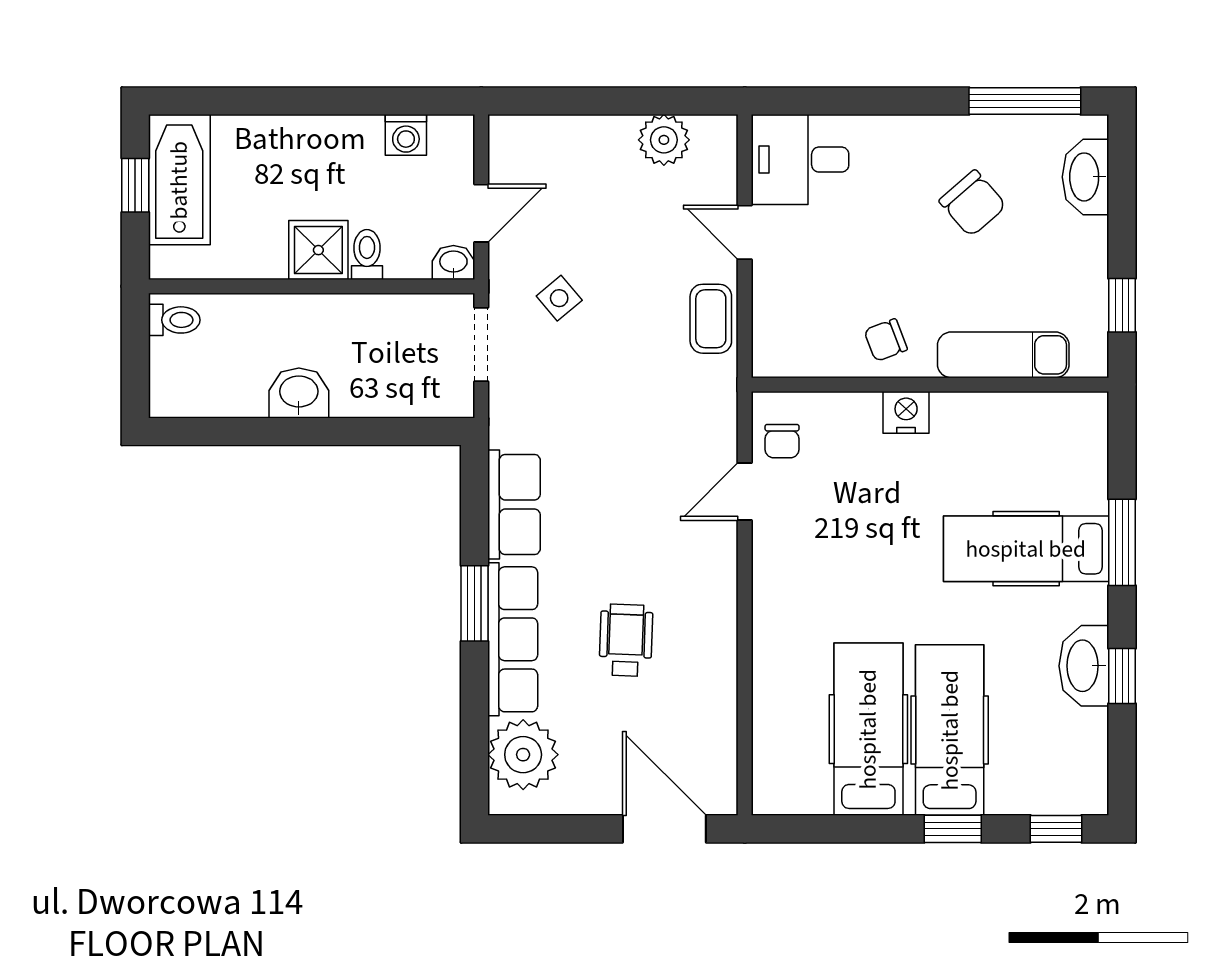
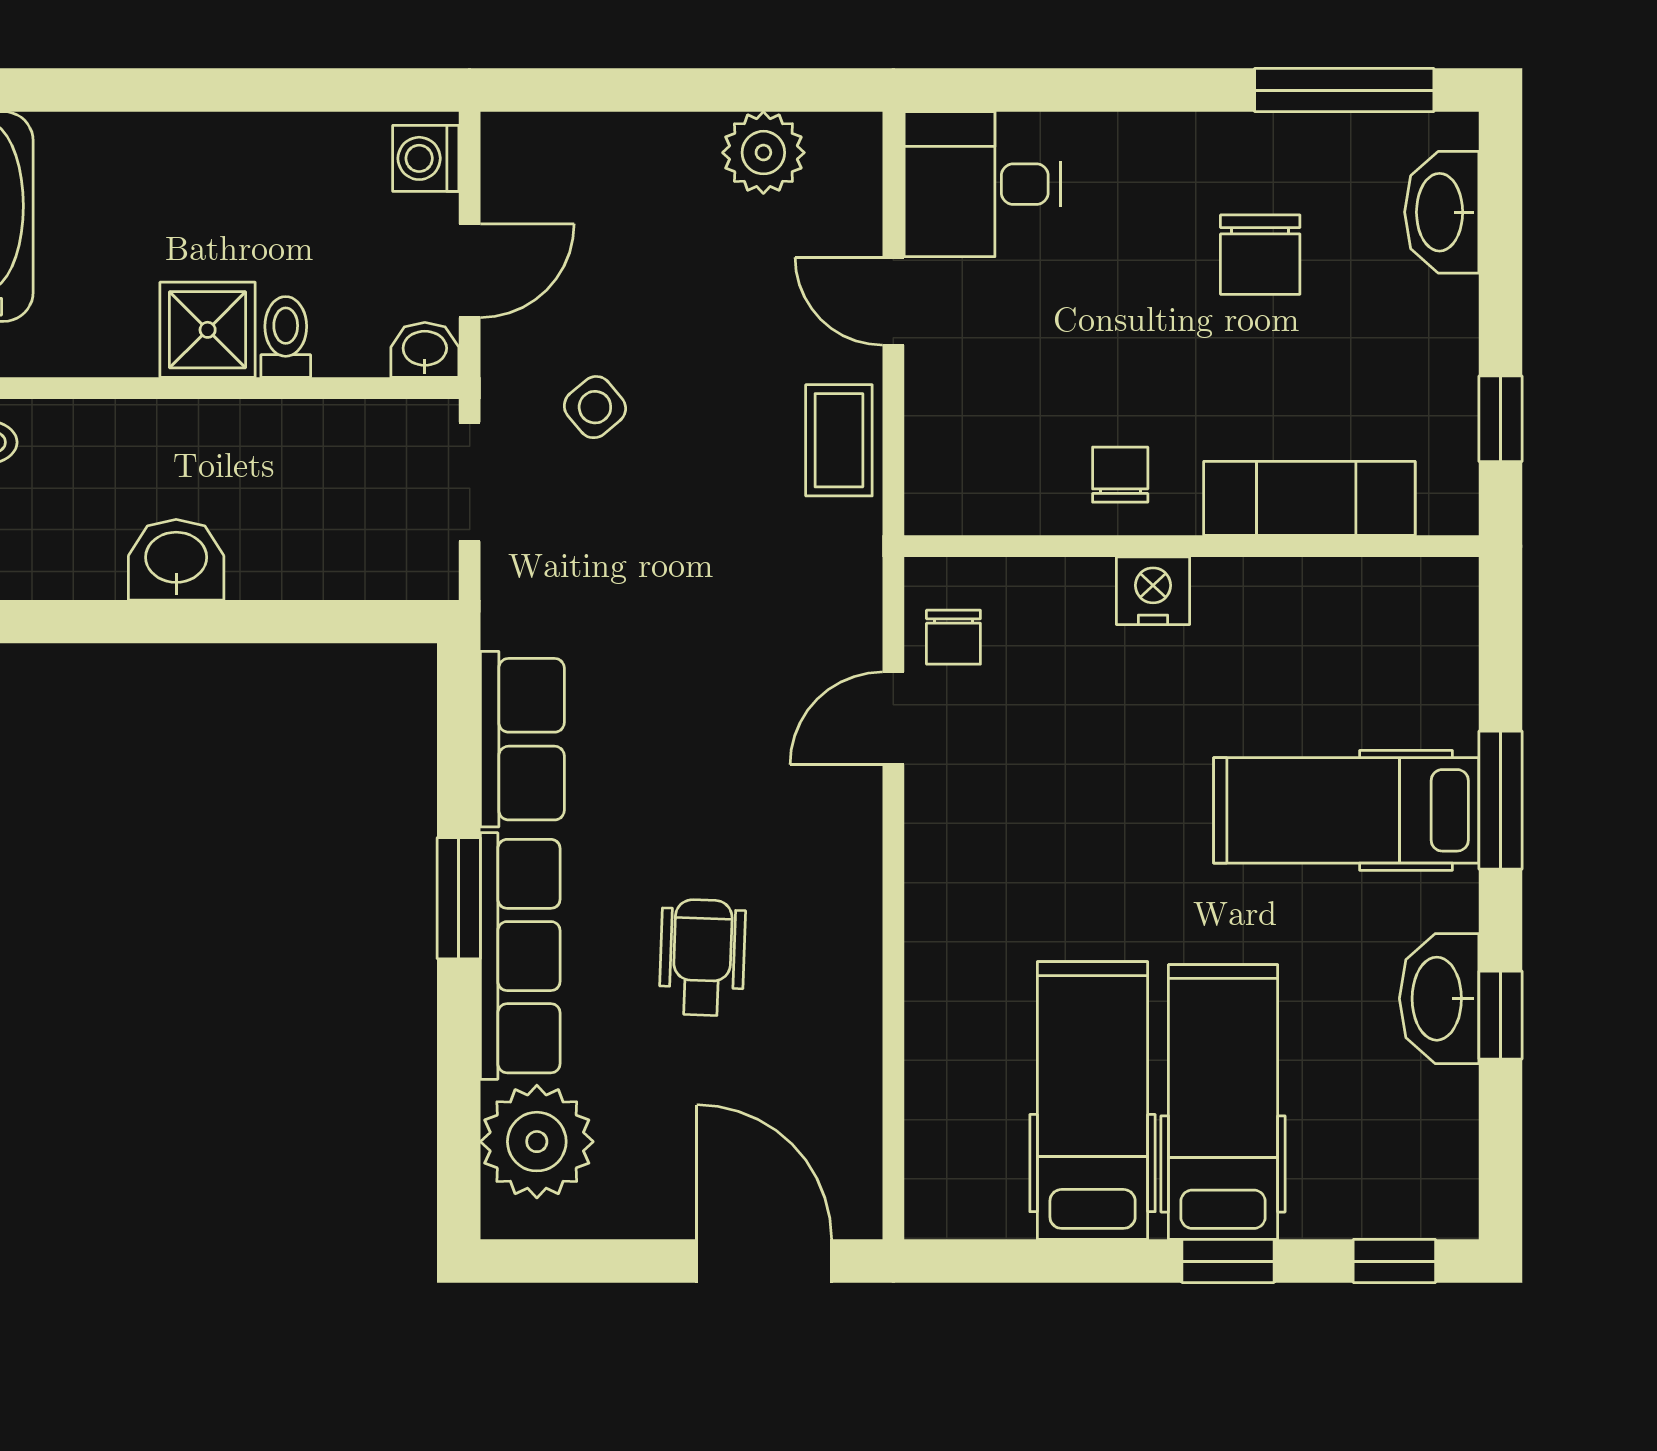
washing machine: (406, 135) -> (426, 158), moved, turned 90
chair: (973, 203) -> (1260, 255), turned 41
chair: (886, 340) -> (1120, 475), turned 111

